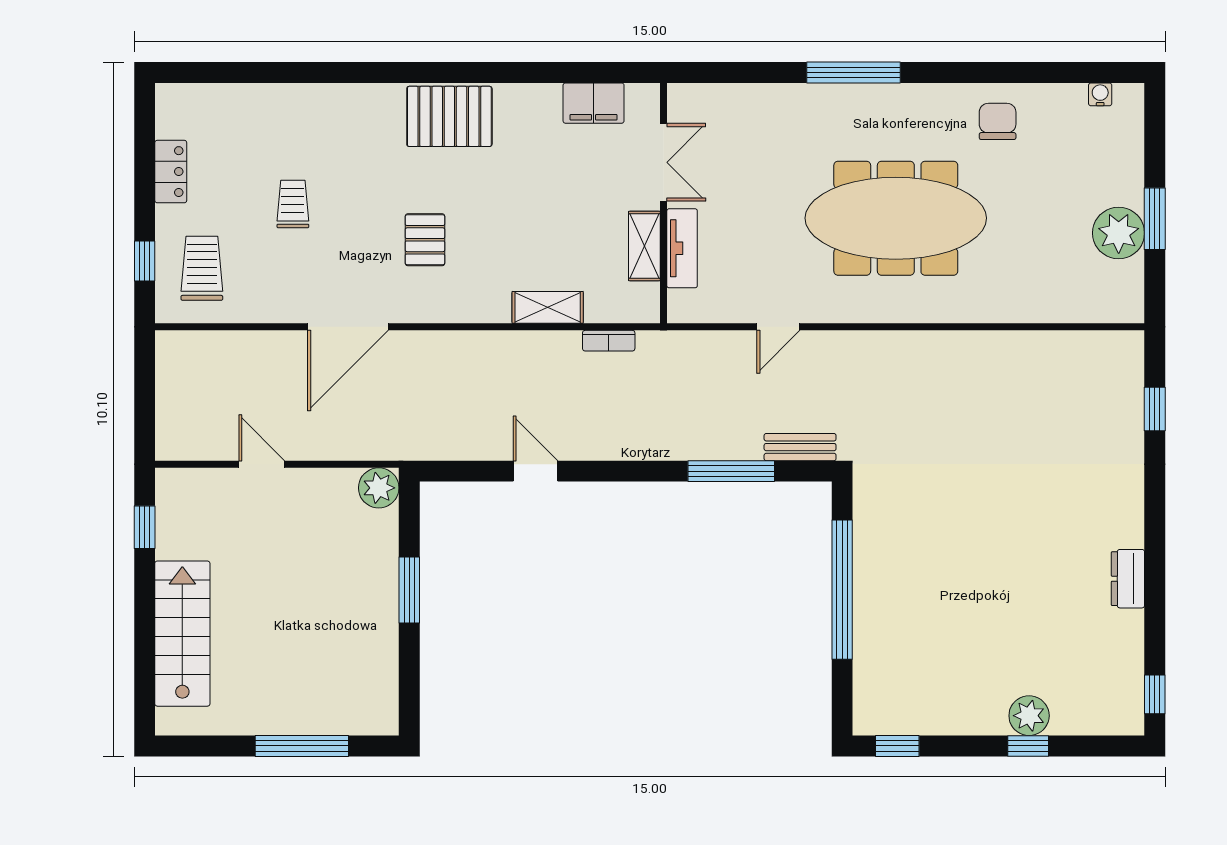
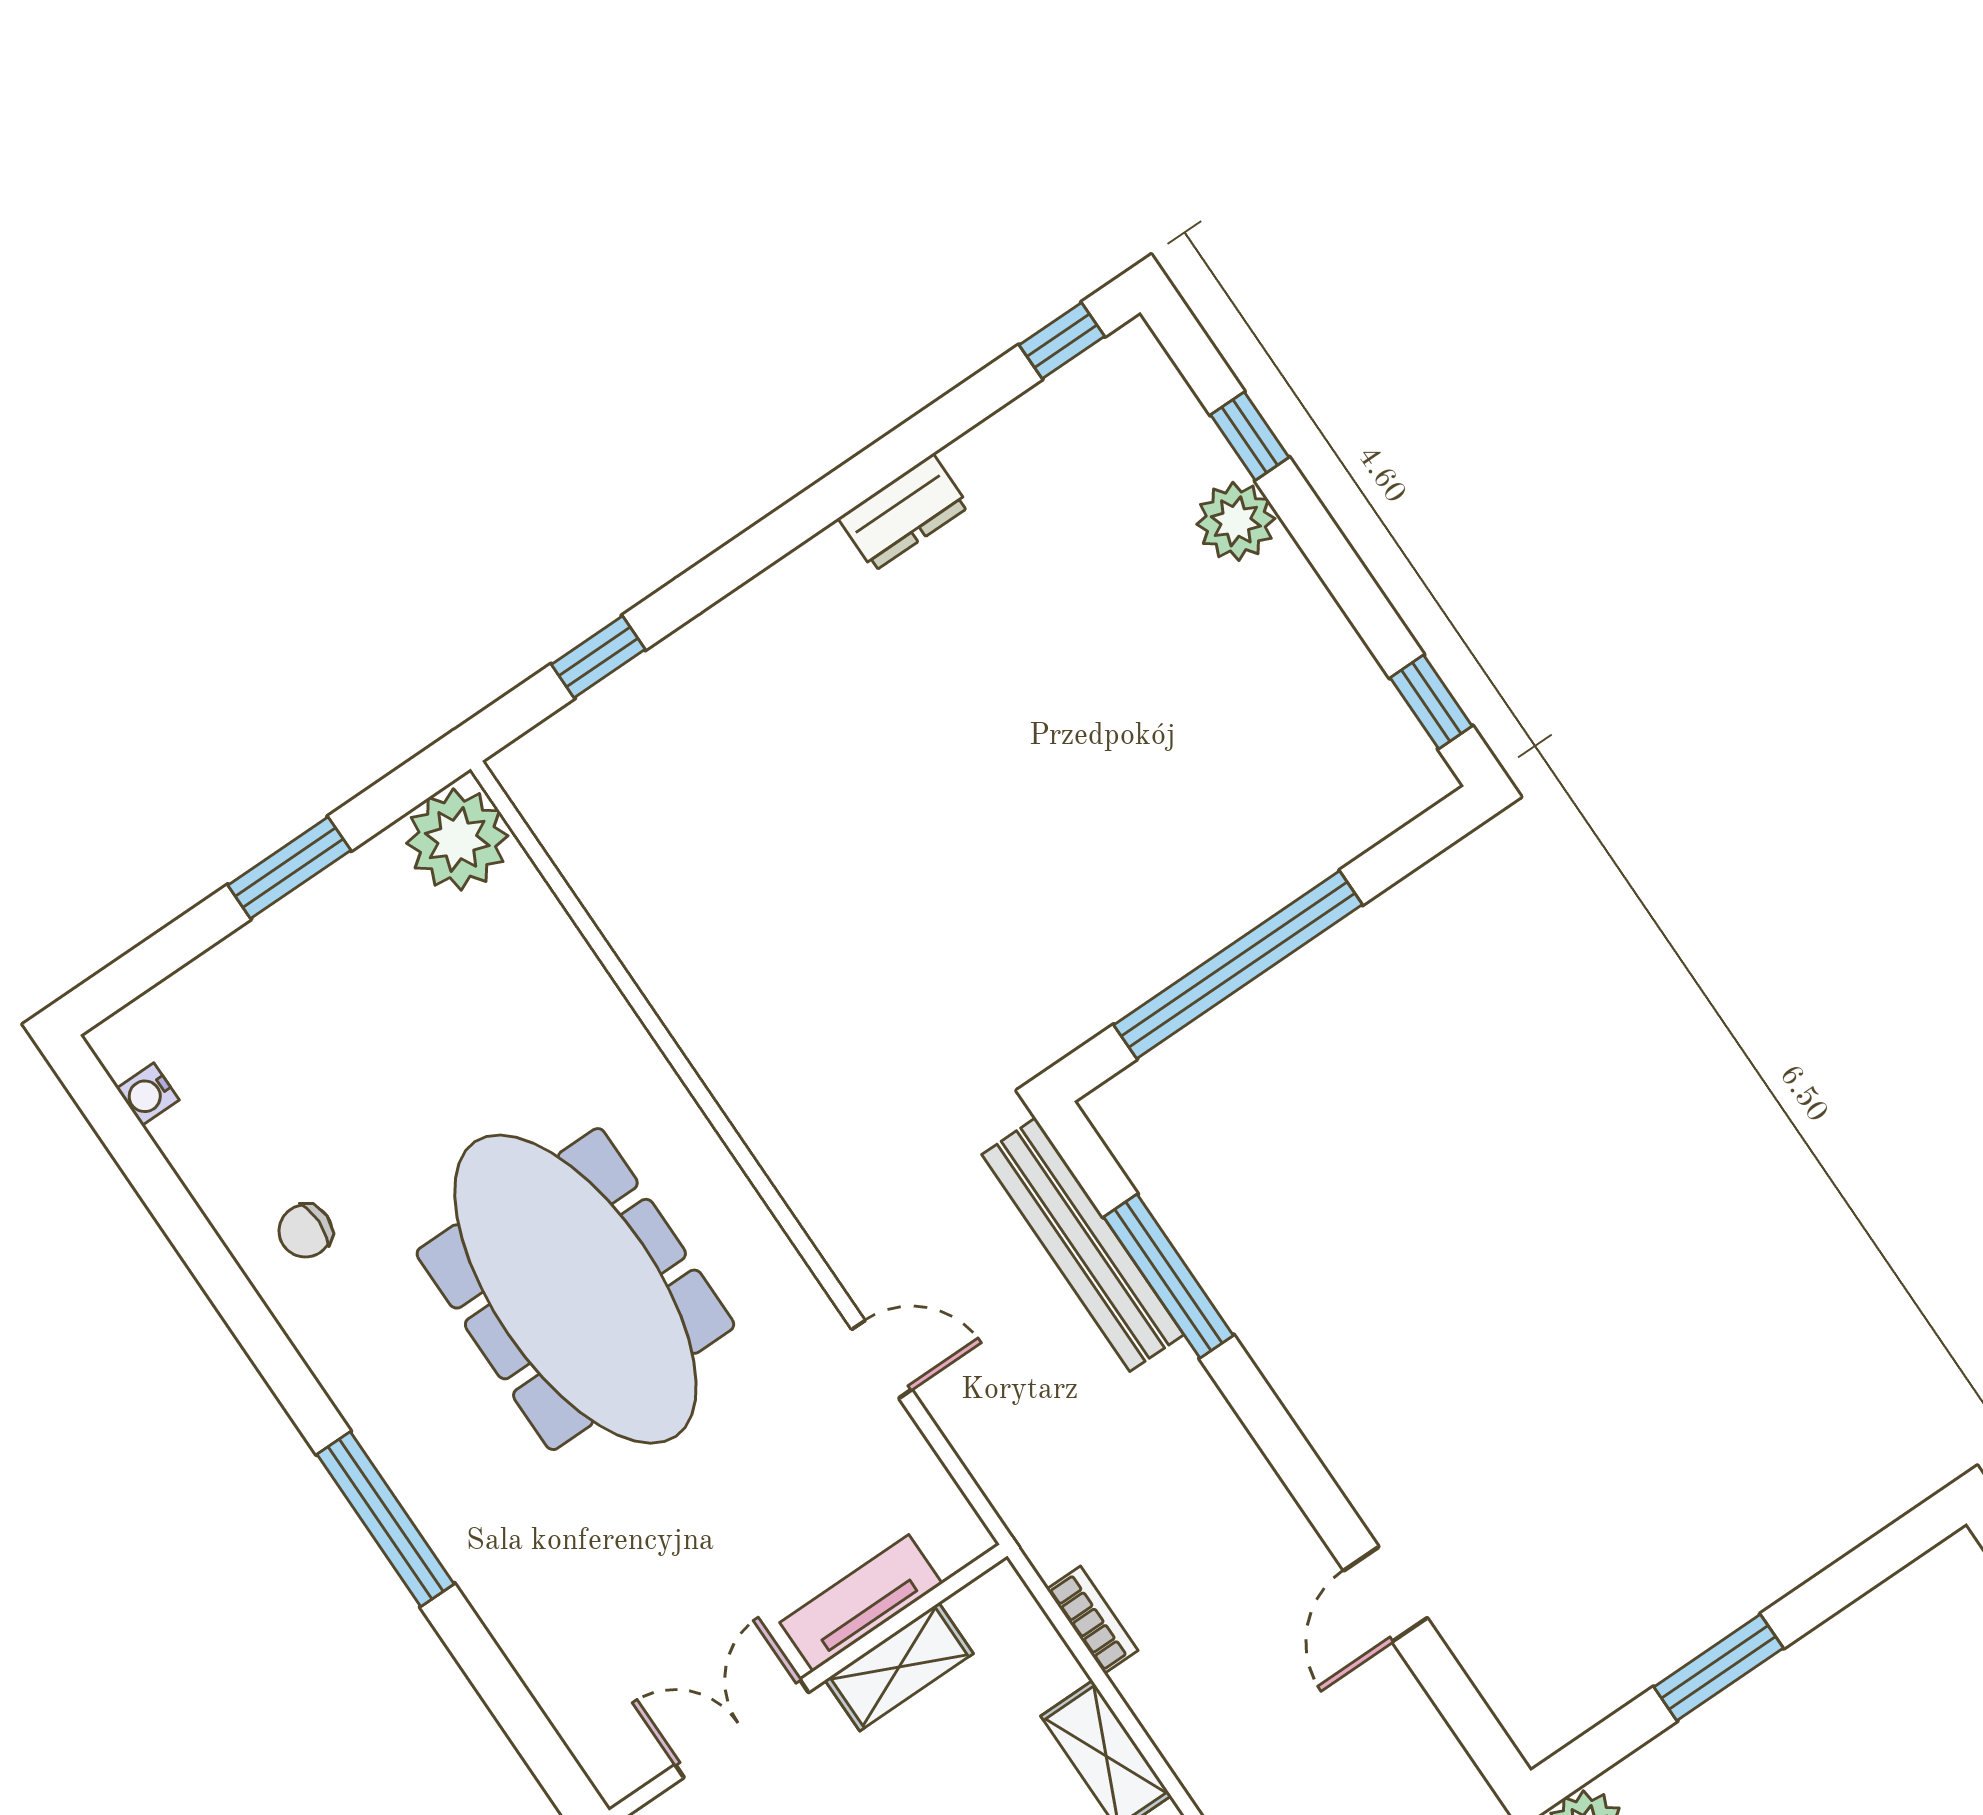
chair: (998, 121) -> (305, 1231), width x0.73, depth x0.73
plant: (1119, 233) -> (457, 839), moved
bench: (800, 447) -> (1083, 1245), width x1.86, depth x1.21
window: (1028, 746) -> (1250, 436), moved

